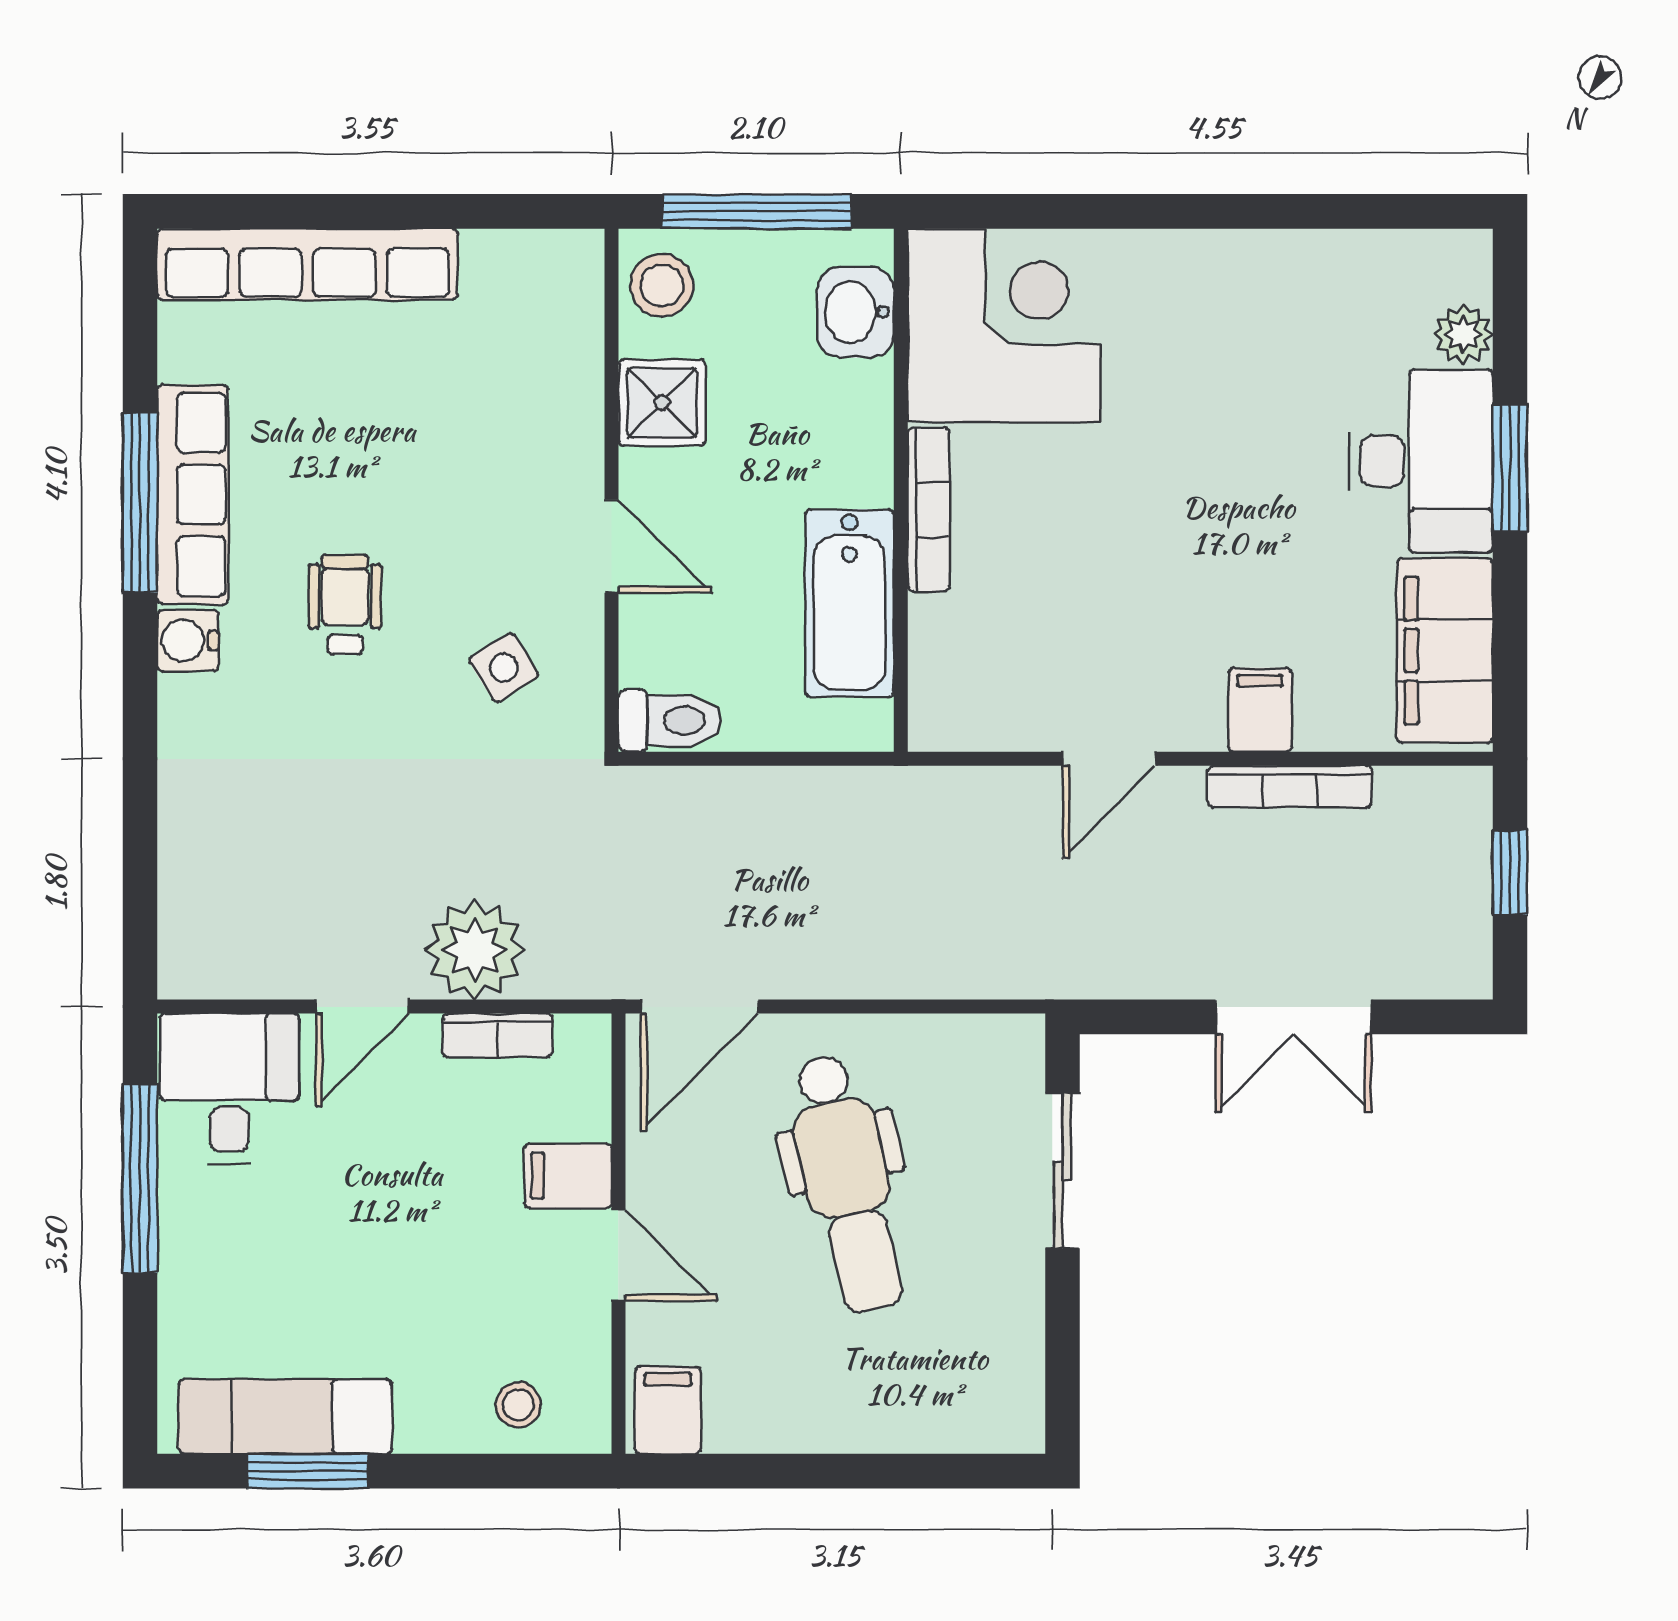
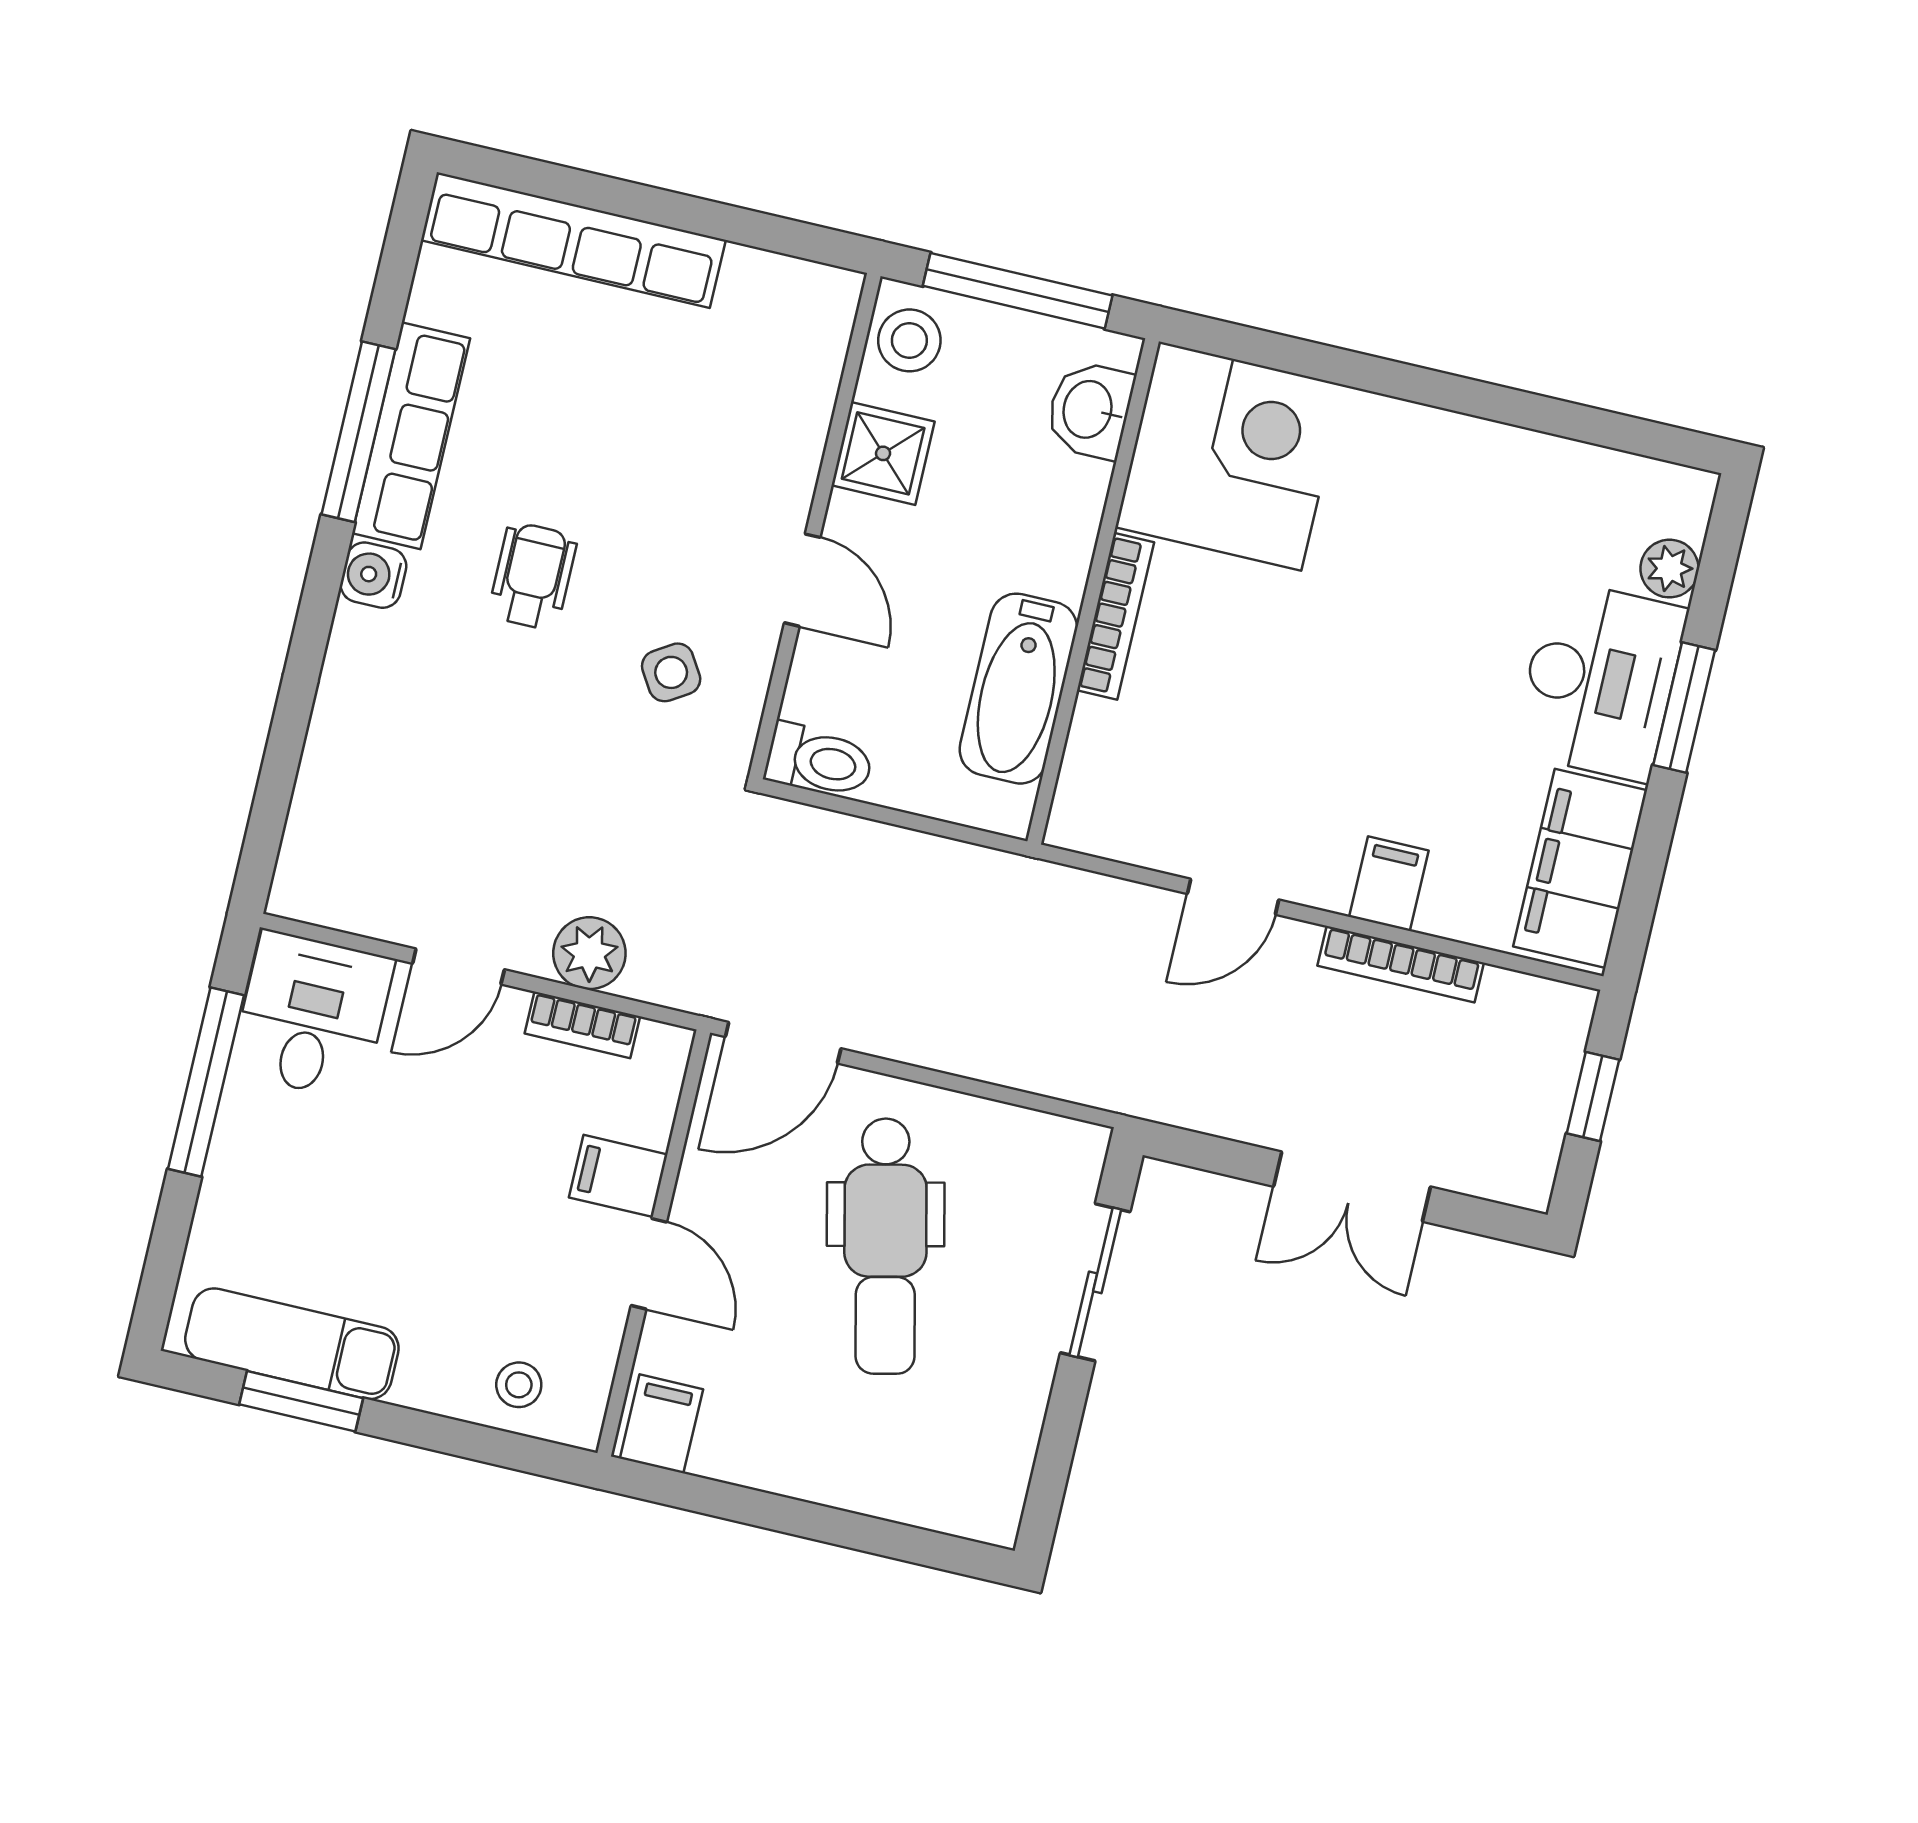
plant: (475, 950) -> (589, 953), width x0.73, depth x0.73

